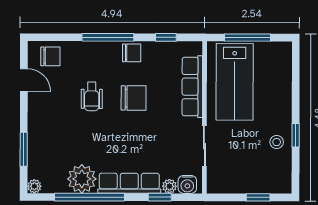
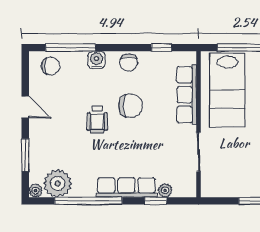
window: (108, 37) -> (70, 48), moved
chair: (132, 53) -> (129, 63), turned 90
door: (24, 80) -> (25, 107), moved
wheelchair: (92, 96) -> (97, 119), moved
plant: (82, 179) -> (58, 183), moved
water cooler: (187, 184) -> (96, 60), moved, turned 180

